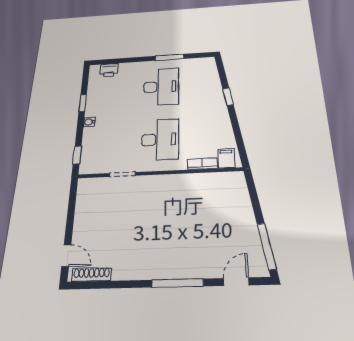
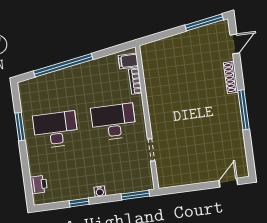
window: (228, 97) -> (63, 65), width x3.17
window: (77, 155) -> (135, 195), width x1.50
shoe rack: (91, 275) -> (231, 77), moved
door: (236, 282) -> (235, 44), swing flipped
window: (178, 283) -> (244, 110), moved

